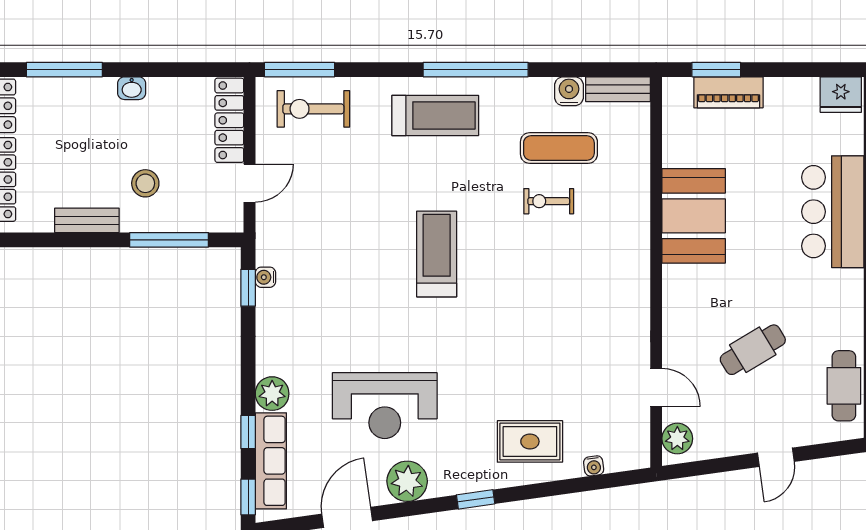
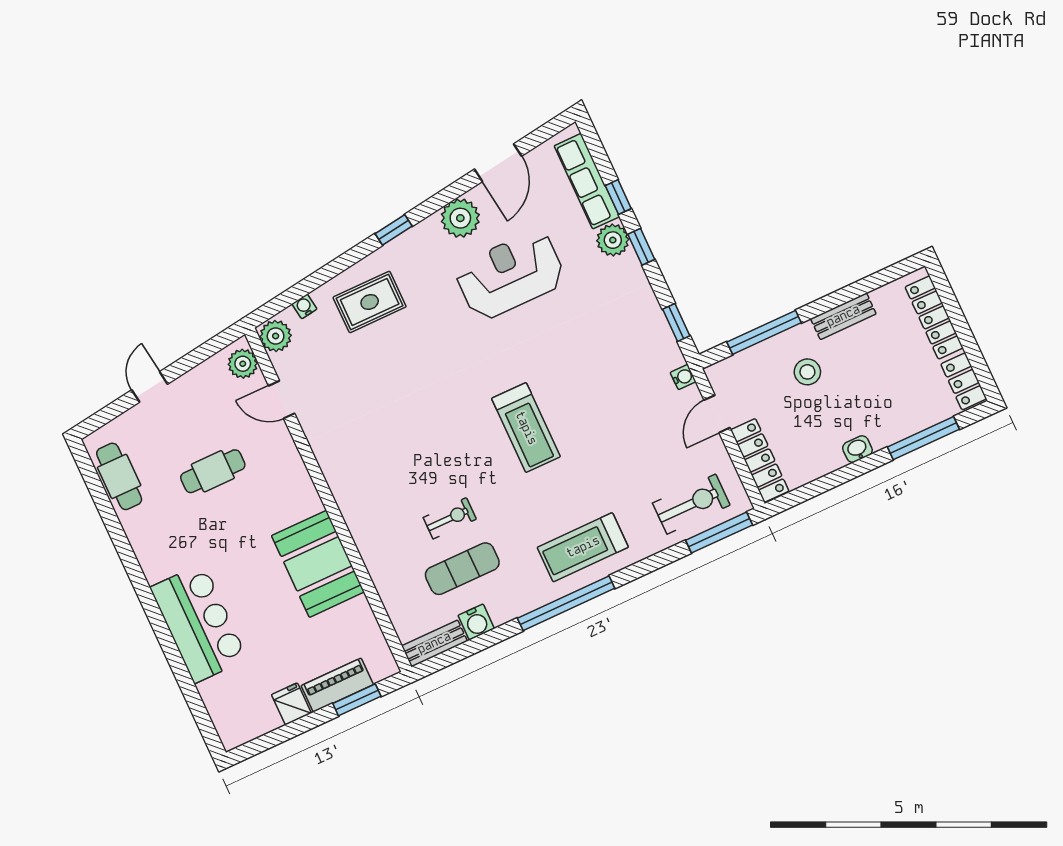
fridge: (841, 95) -> (291, 704), moved, width x0.72
water cooler: (265, 277) -> (683, 377), moved
cafe table: (753, 350) -> (213, 471), turned 31
plant: (634, 450) -> (276, 336), added
window: (248, 497) -> (641, 247), moved

